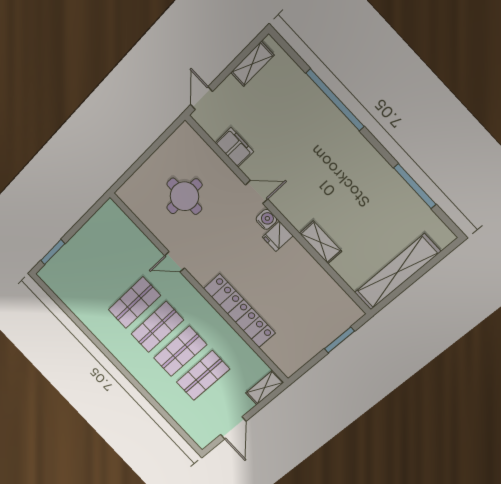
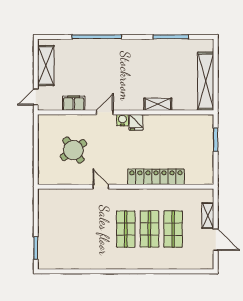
shelving: (252, 64) -> (46, 66), width x1.50, depth x1.33
door: (202, 98) -> (36, 97), hinge flipped
round table: (184, 196) -> (73, 150), turned -36
door: (175, 262) -> (101, 187), swing flipped
shop shelf: (134, 303) -> (102, 229), removed
shelving: (265, 388) -> (208, 216), moved

